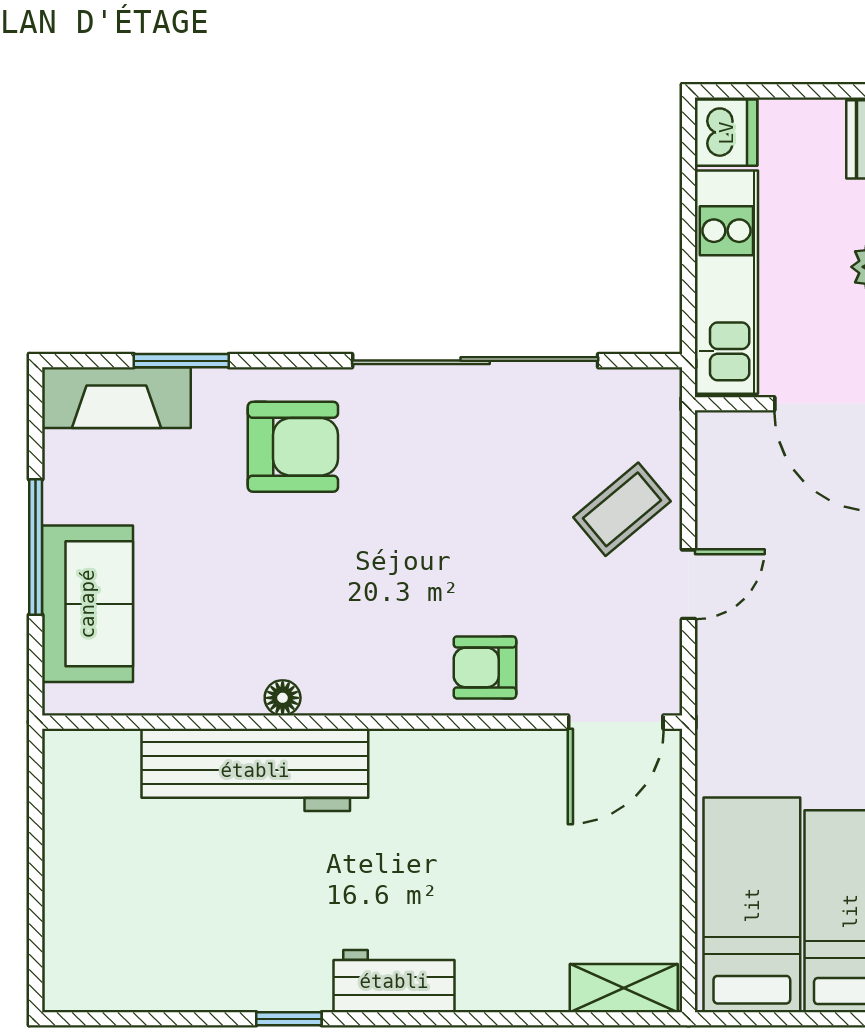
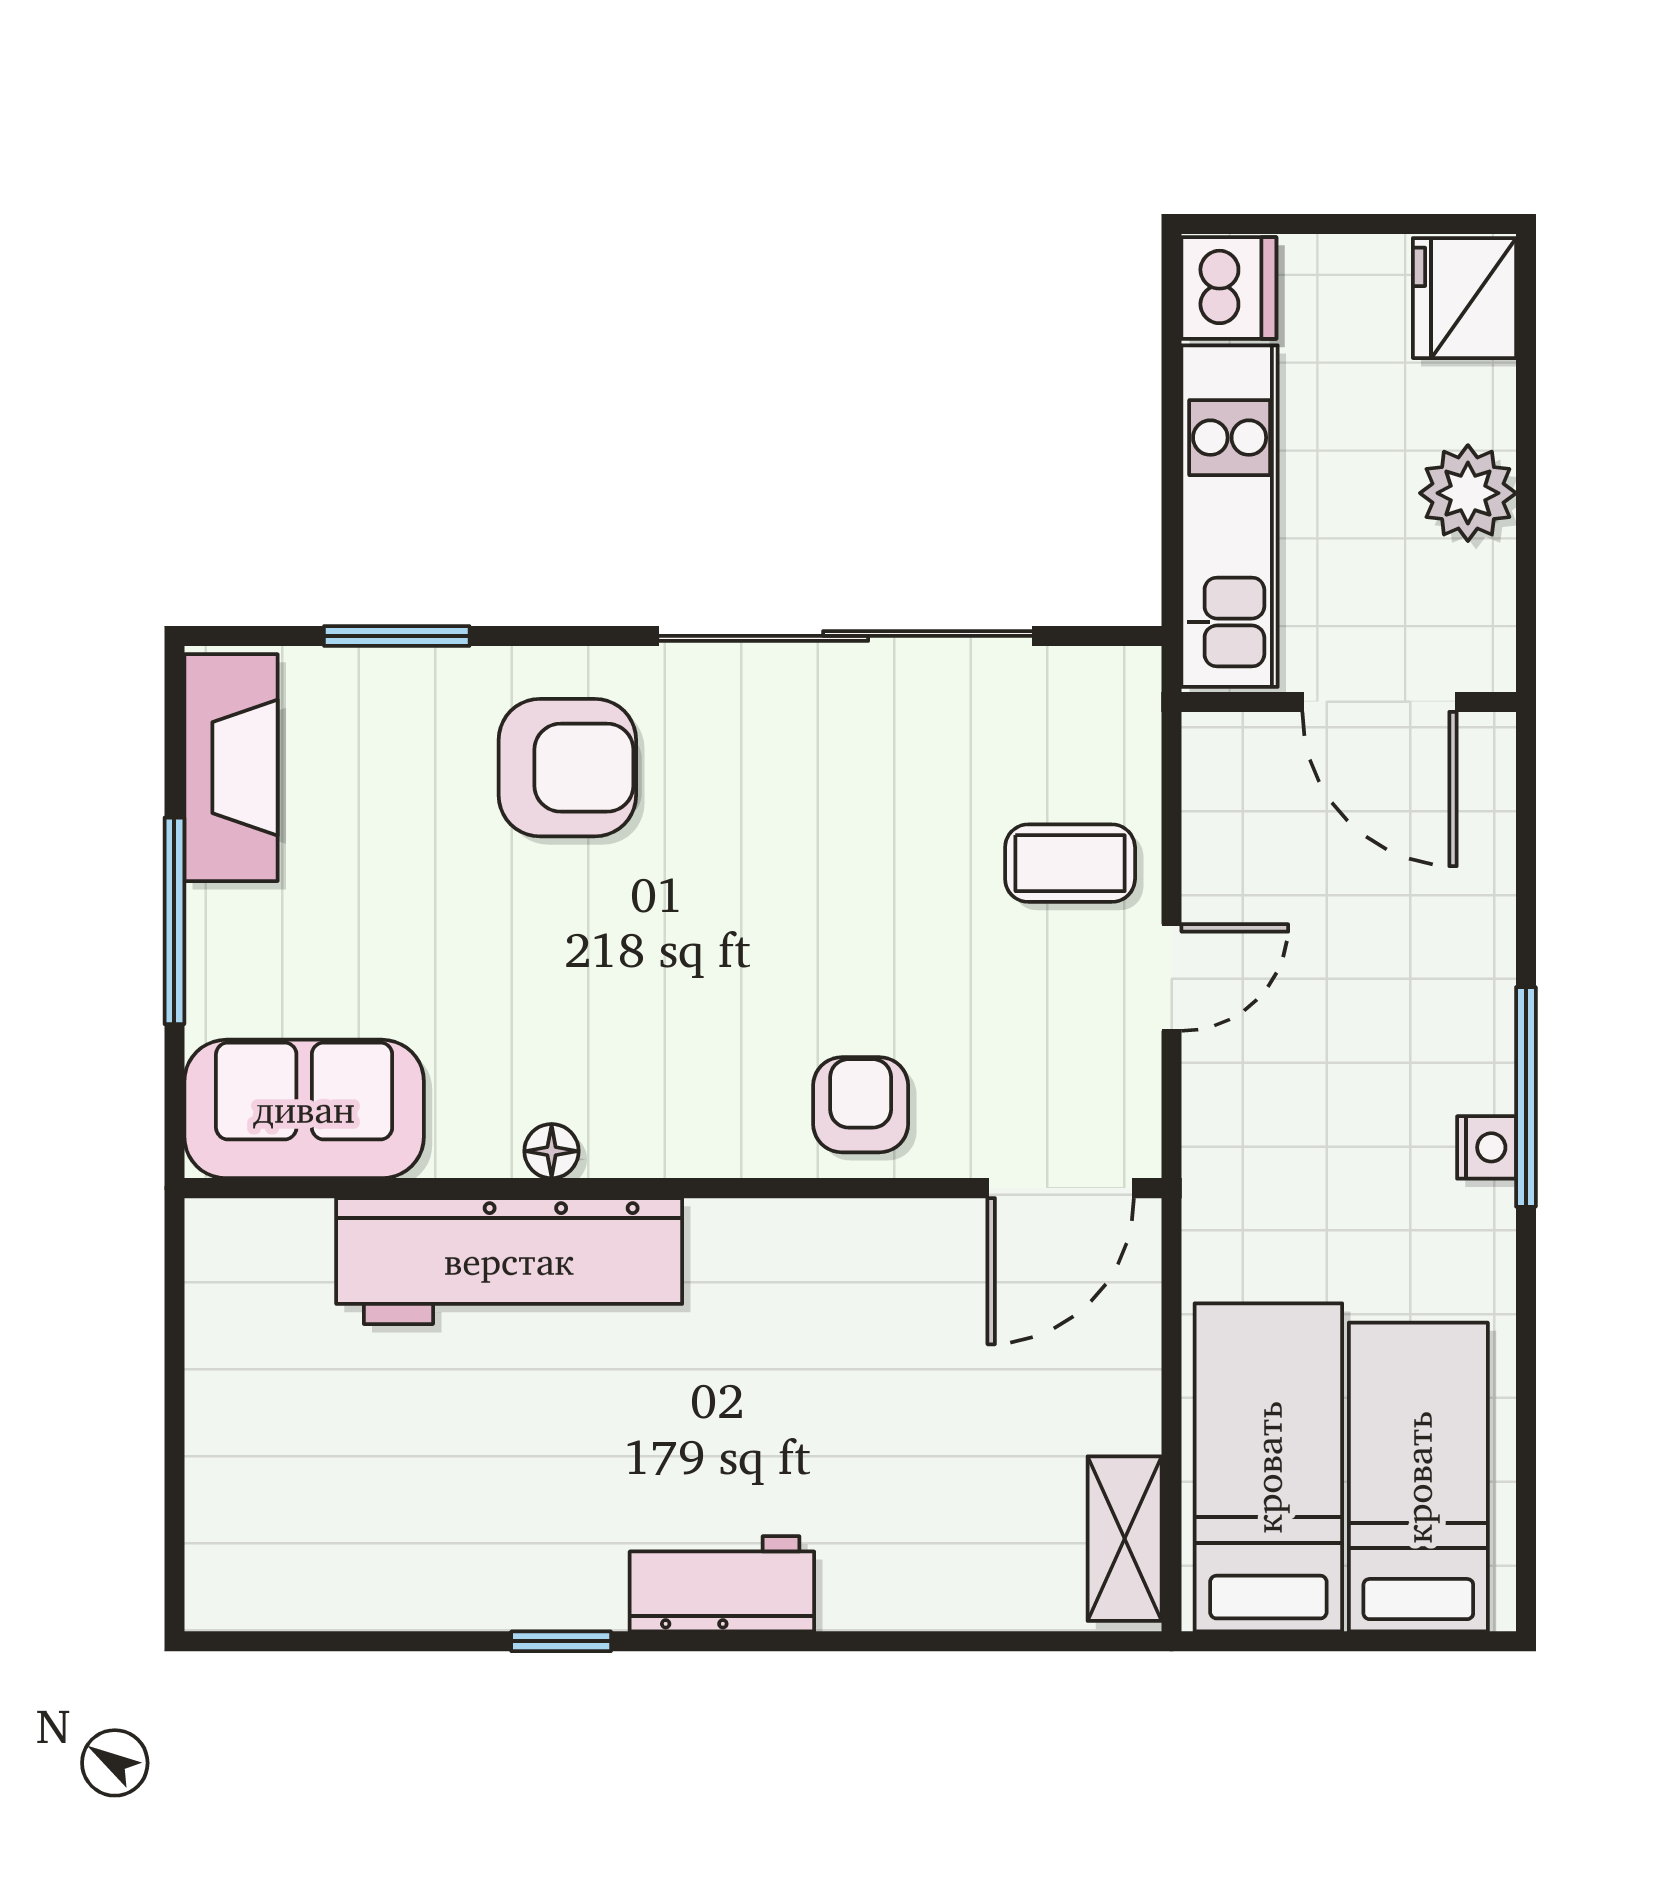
fireplace: (116, 398) -> (231, 768), moved, turned -90
coffee table: (622, 509) -> (1070, 863), turned 40
sofa: (87, 604) -> (304, 1109), moved, turned -90
armchair: (485, 667) -> (861, 1105), turned 90
shelving: (624, 988) -> (1125, 1539), moved, turned 90

